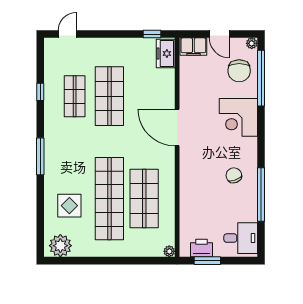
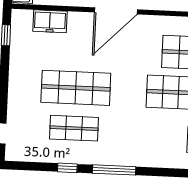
freezer: (166, 53) -> (50, 21), moved
window: (40, 156) -> (114, 170), moved

